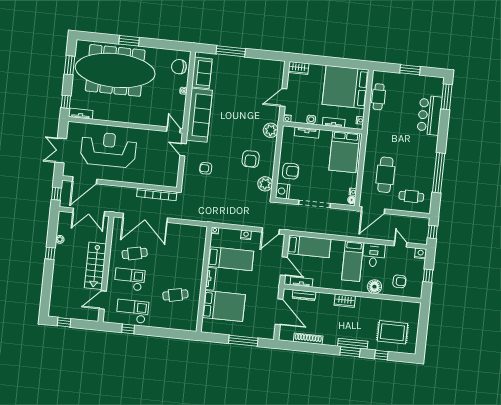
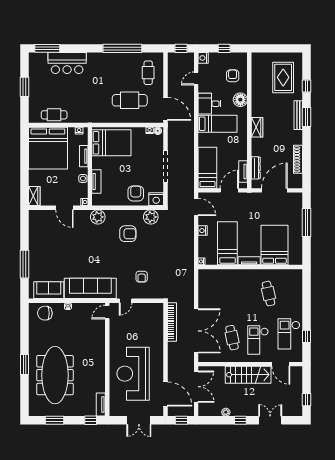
chair: (179, 67) -> (45, 313), turned 90
meeting table: (115, 70) -> (55, 375), width x0.73, depth x0.79
double door: (47, 283) -> (270, 420), added

